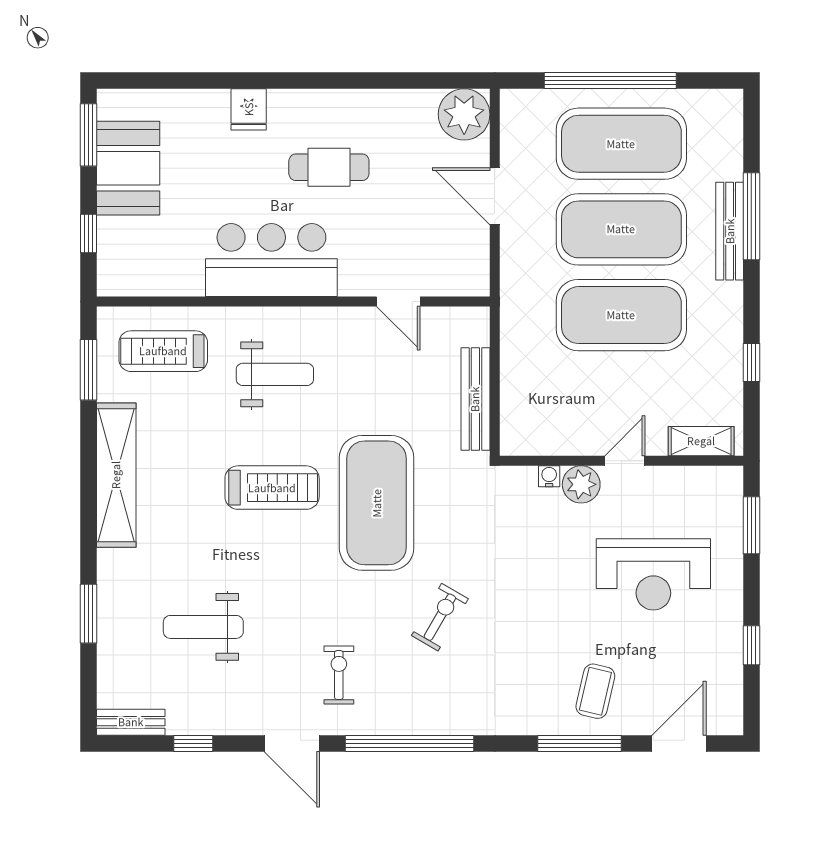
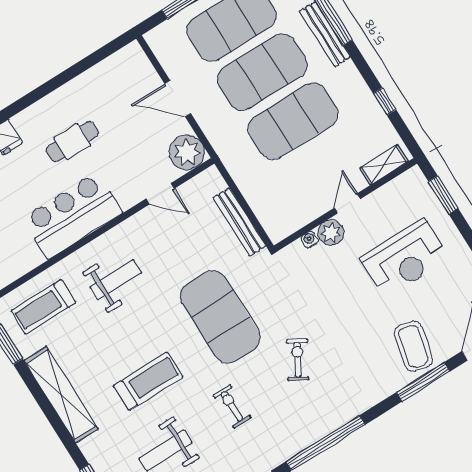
plant: (464, 114) -> (187, 152), moved
treadmill: (272, 488) -> (148, 381), moved
exercise bike: (339, 675) -> (232, 406), moved
coffee table: (595, 691) -> (413, 346), width x1.36, depth x1.30

